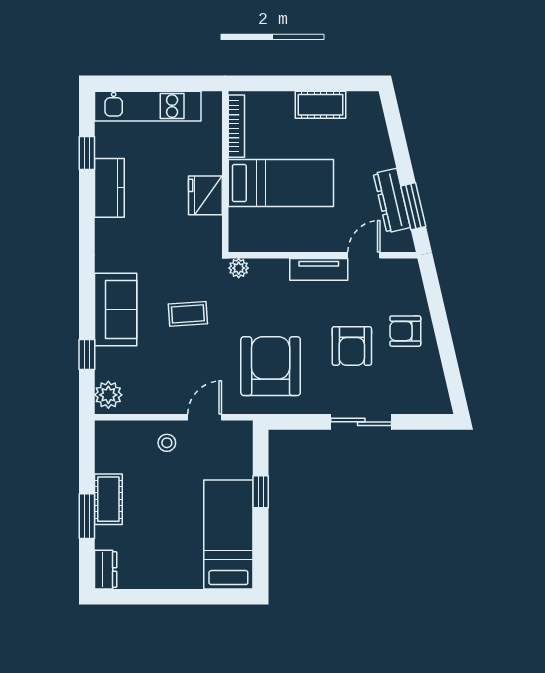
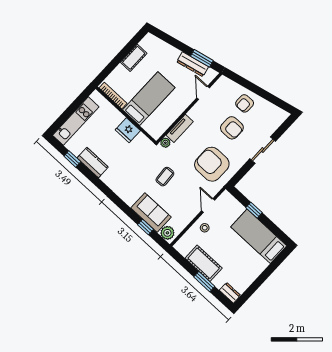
tv unit: (319, 269) -> (180, 128), moved
sofa: (116, 310) -> (151, 213), moved
cot: (108, 499) -> (204, 263), width x1.37, depth x1.34

